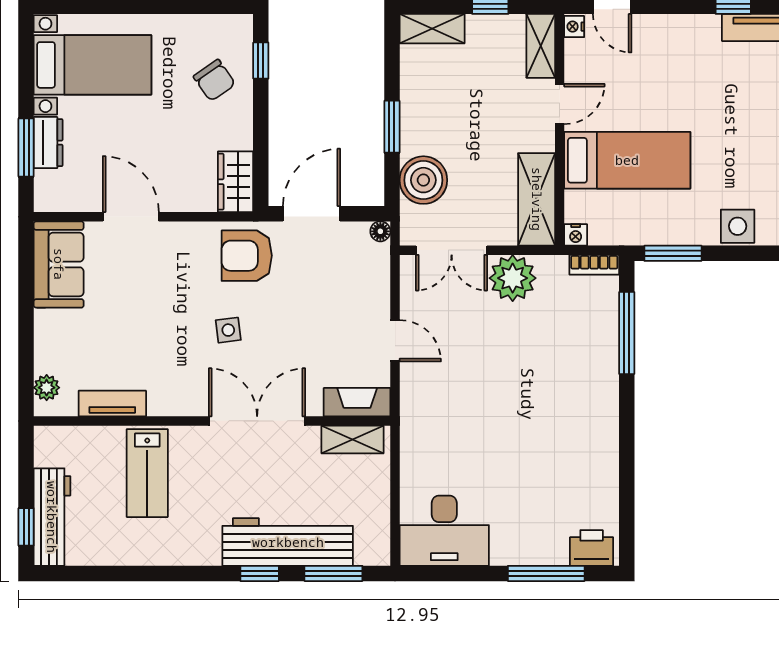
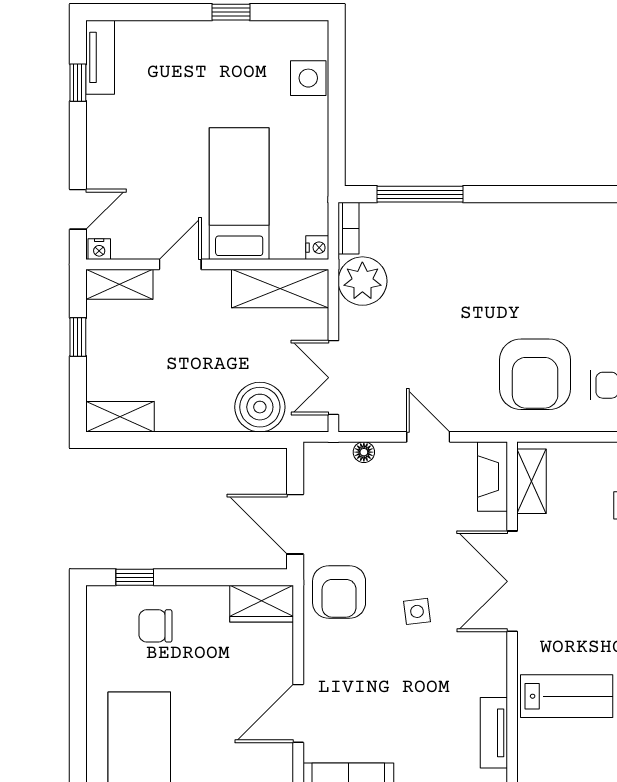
shelving: (432, 29) -> (120, 417), moved, turned 90
chair: (214, 80) -> (155, 626), turned -145
door: (560, 104) -> (180, 264), hinge flipped
window: (392, 127) -> (204, 440), removed
floor lamp: (380, 231) -> (364, 452), moved
double door: (452, 250) -> (333, 378), swing flipped
window: (673, 253) -> (337, 146), removed
plant: (513, 278) -> (362, 281), moved
door: (395, 341) -> (428, 437), hinge flipped
armchair: (455, 443) -> (535, 374), added

